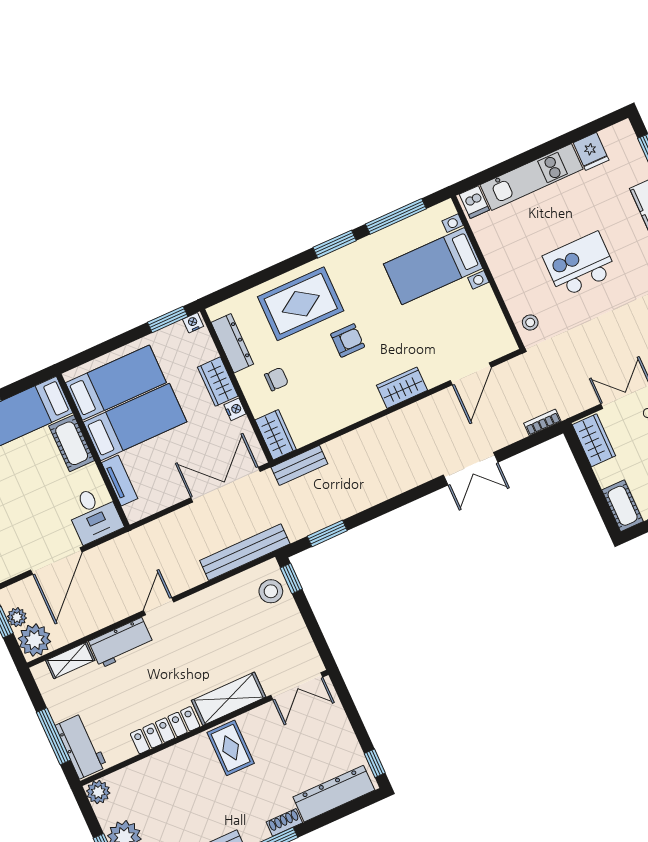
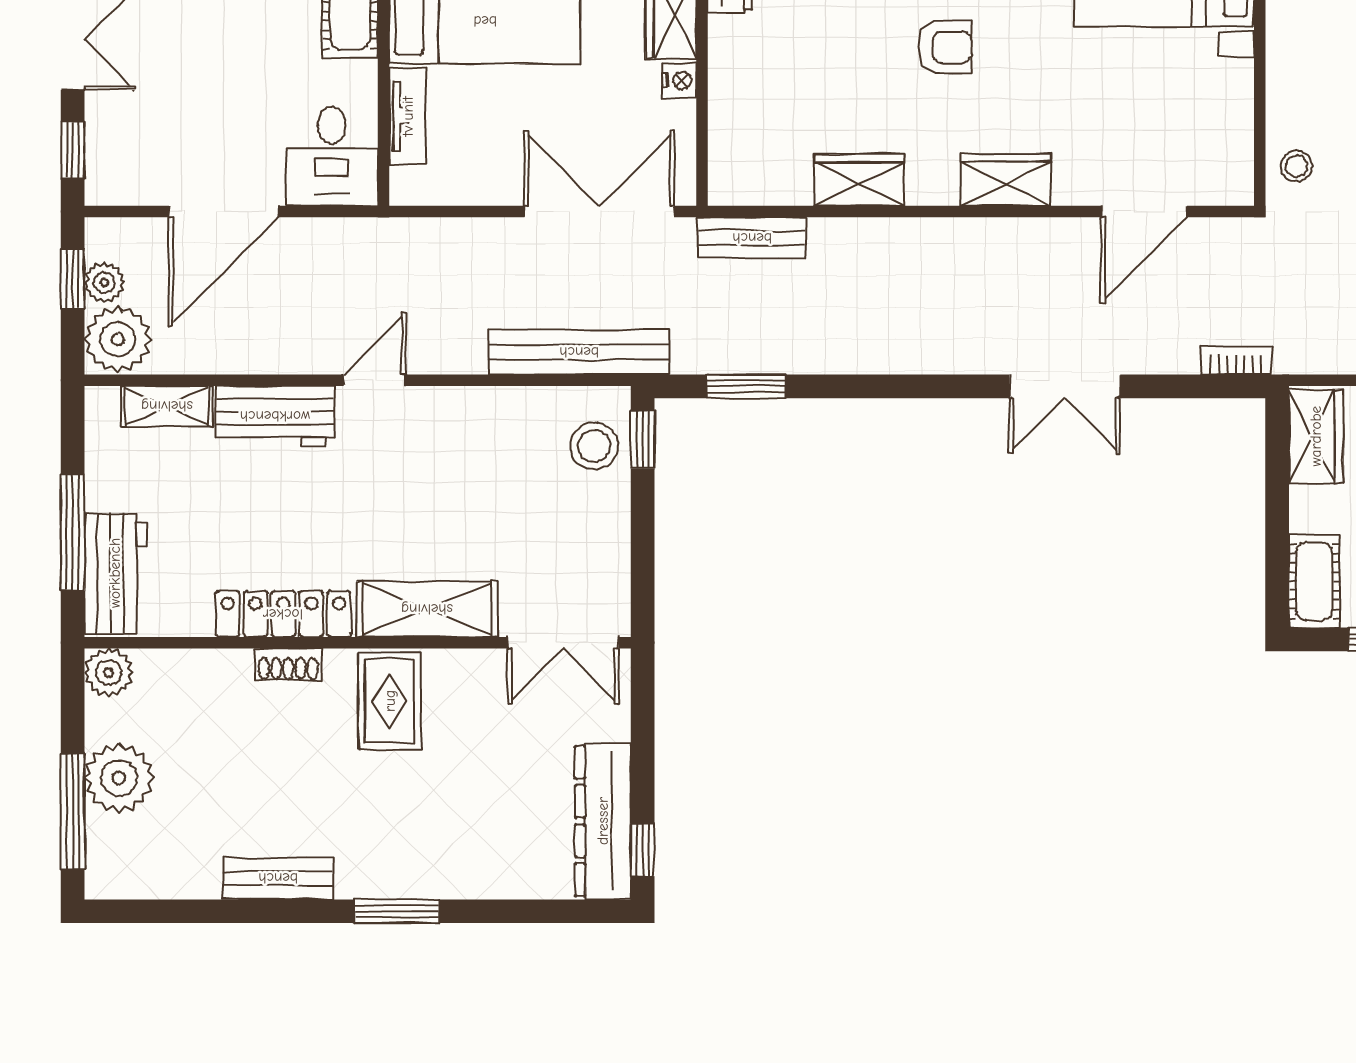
chair: (276, 379) -> (781, 59), removed
wardrobe: (276, 435) -> (859, 180), moved, turned -90
dresser: (334, 794) -> (603, 821), moved, turned -90
shoe rack: (284, 822) -> (288, 664), moved, turned 180

